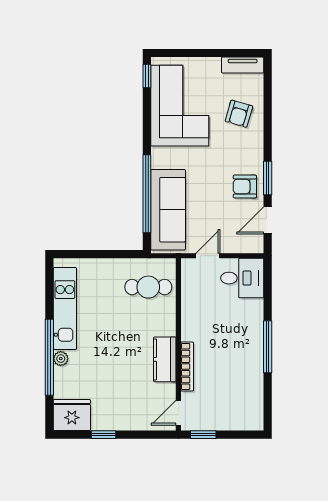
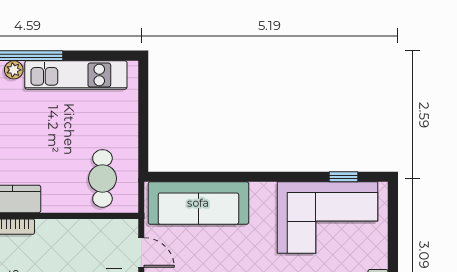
window: (147, 76) -> (344, 177), moved
window: (147, 194) -> (218, 177), removed

